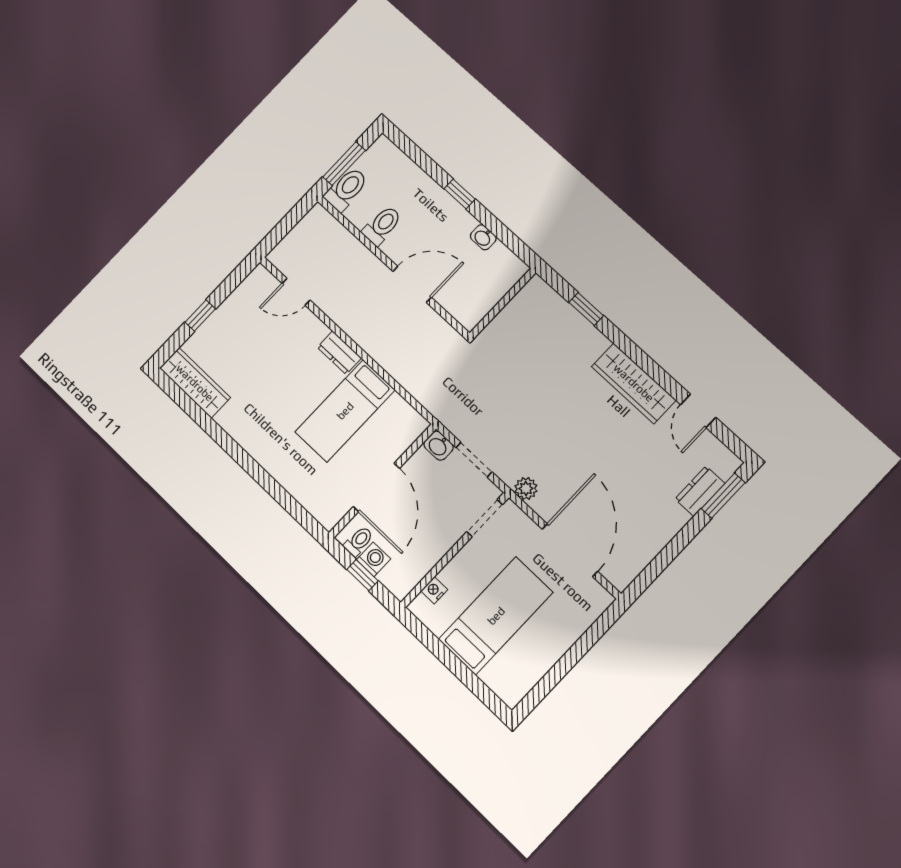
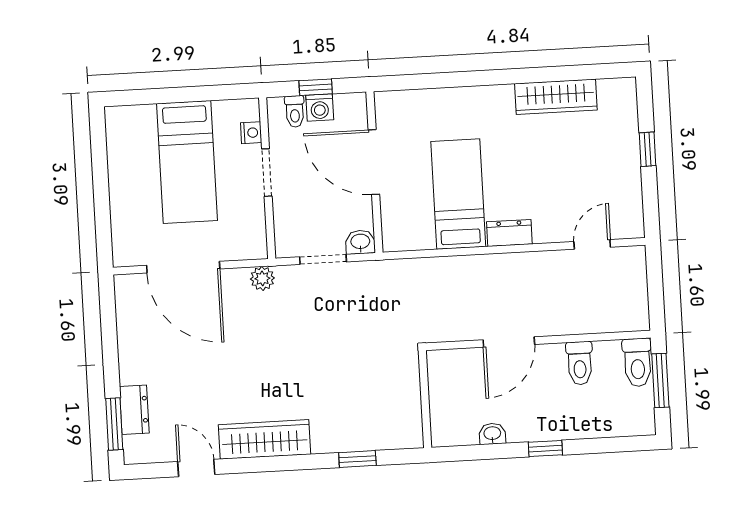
wardrobe: (195, 383) -> (556, 97), moved
doorway: (485, 518) -> (267, 173), moved
toilet: (359, 541) -> (295, 111), moved

